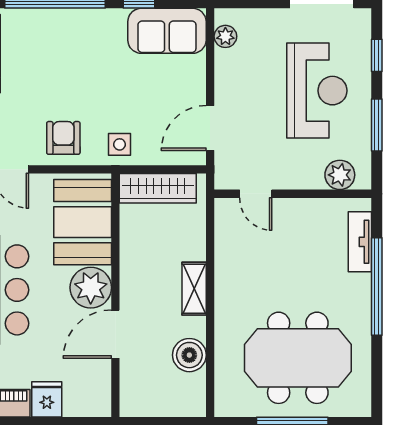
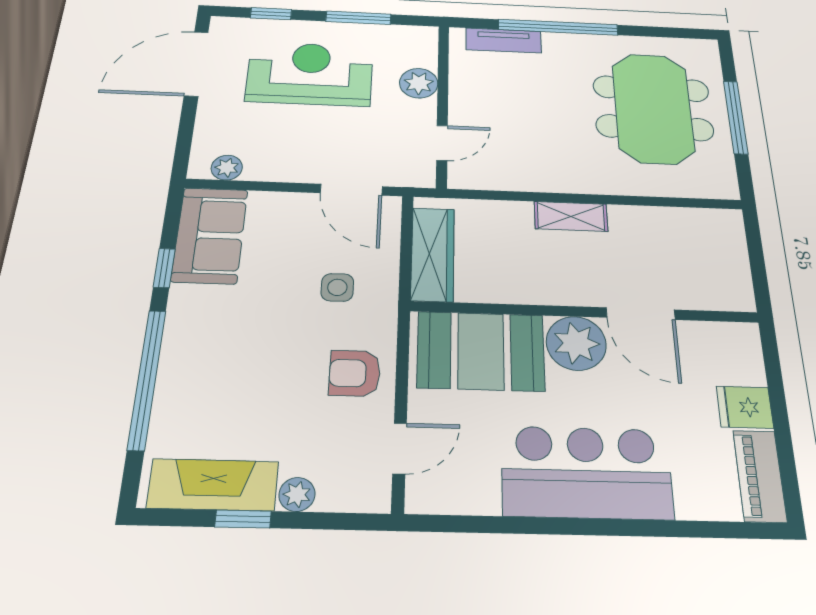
side table: (120, 144) -> (337, 287), moved
plant: (340, 175) -> (419, 83), moved
boiler: (189, 355) -> (661, 225), removed

